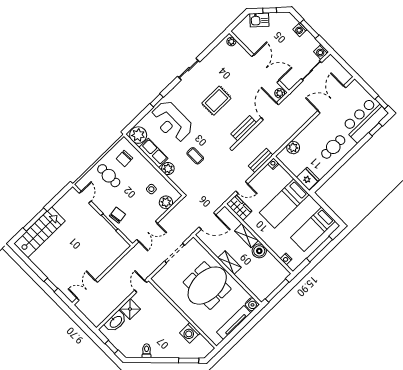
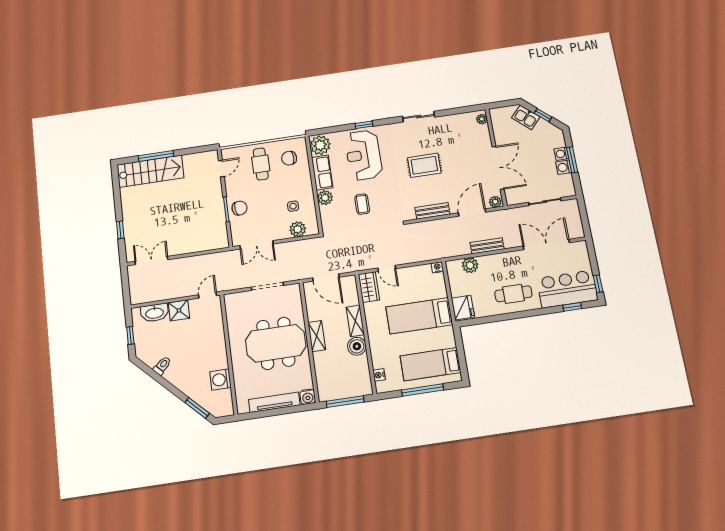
washing machine: (321, 52) -> (564, 167), moved
bench: (261, 160) -> (487, 246), moved

